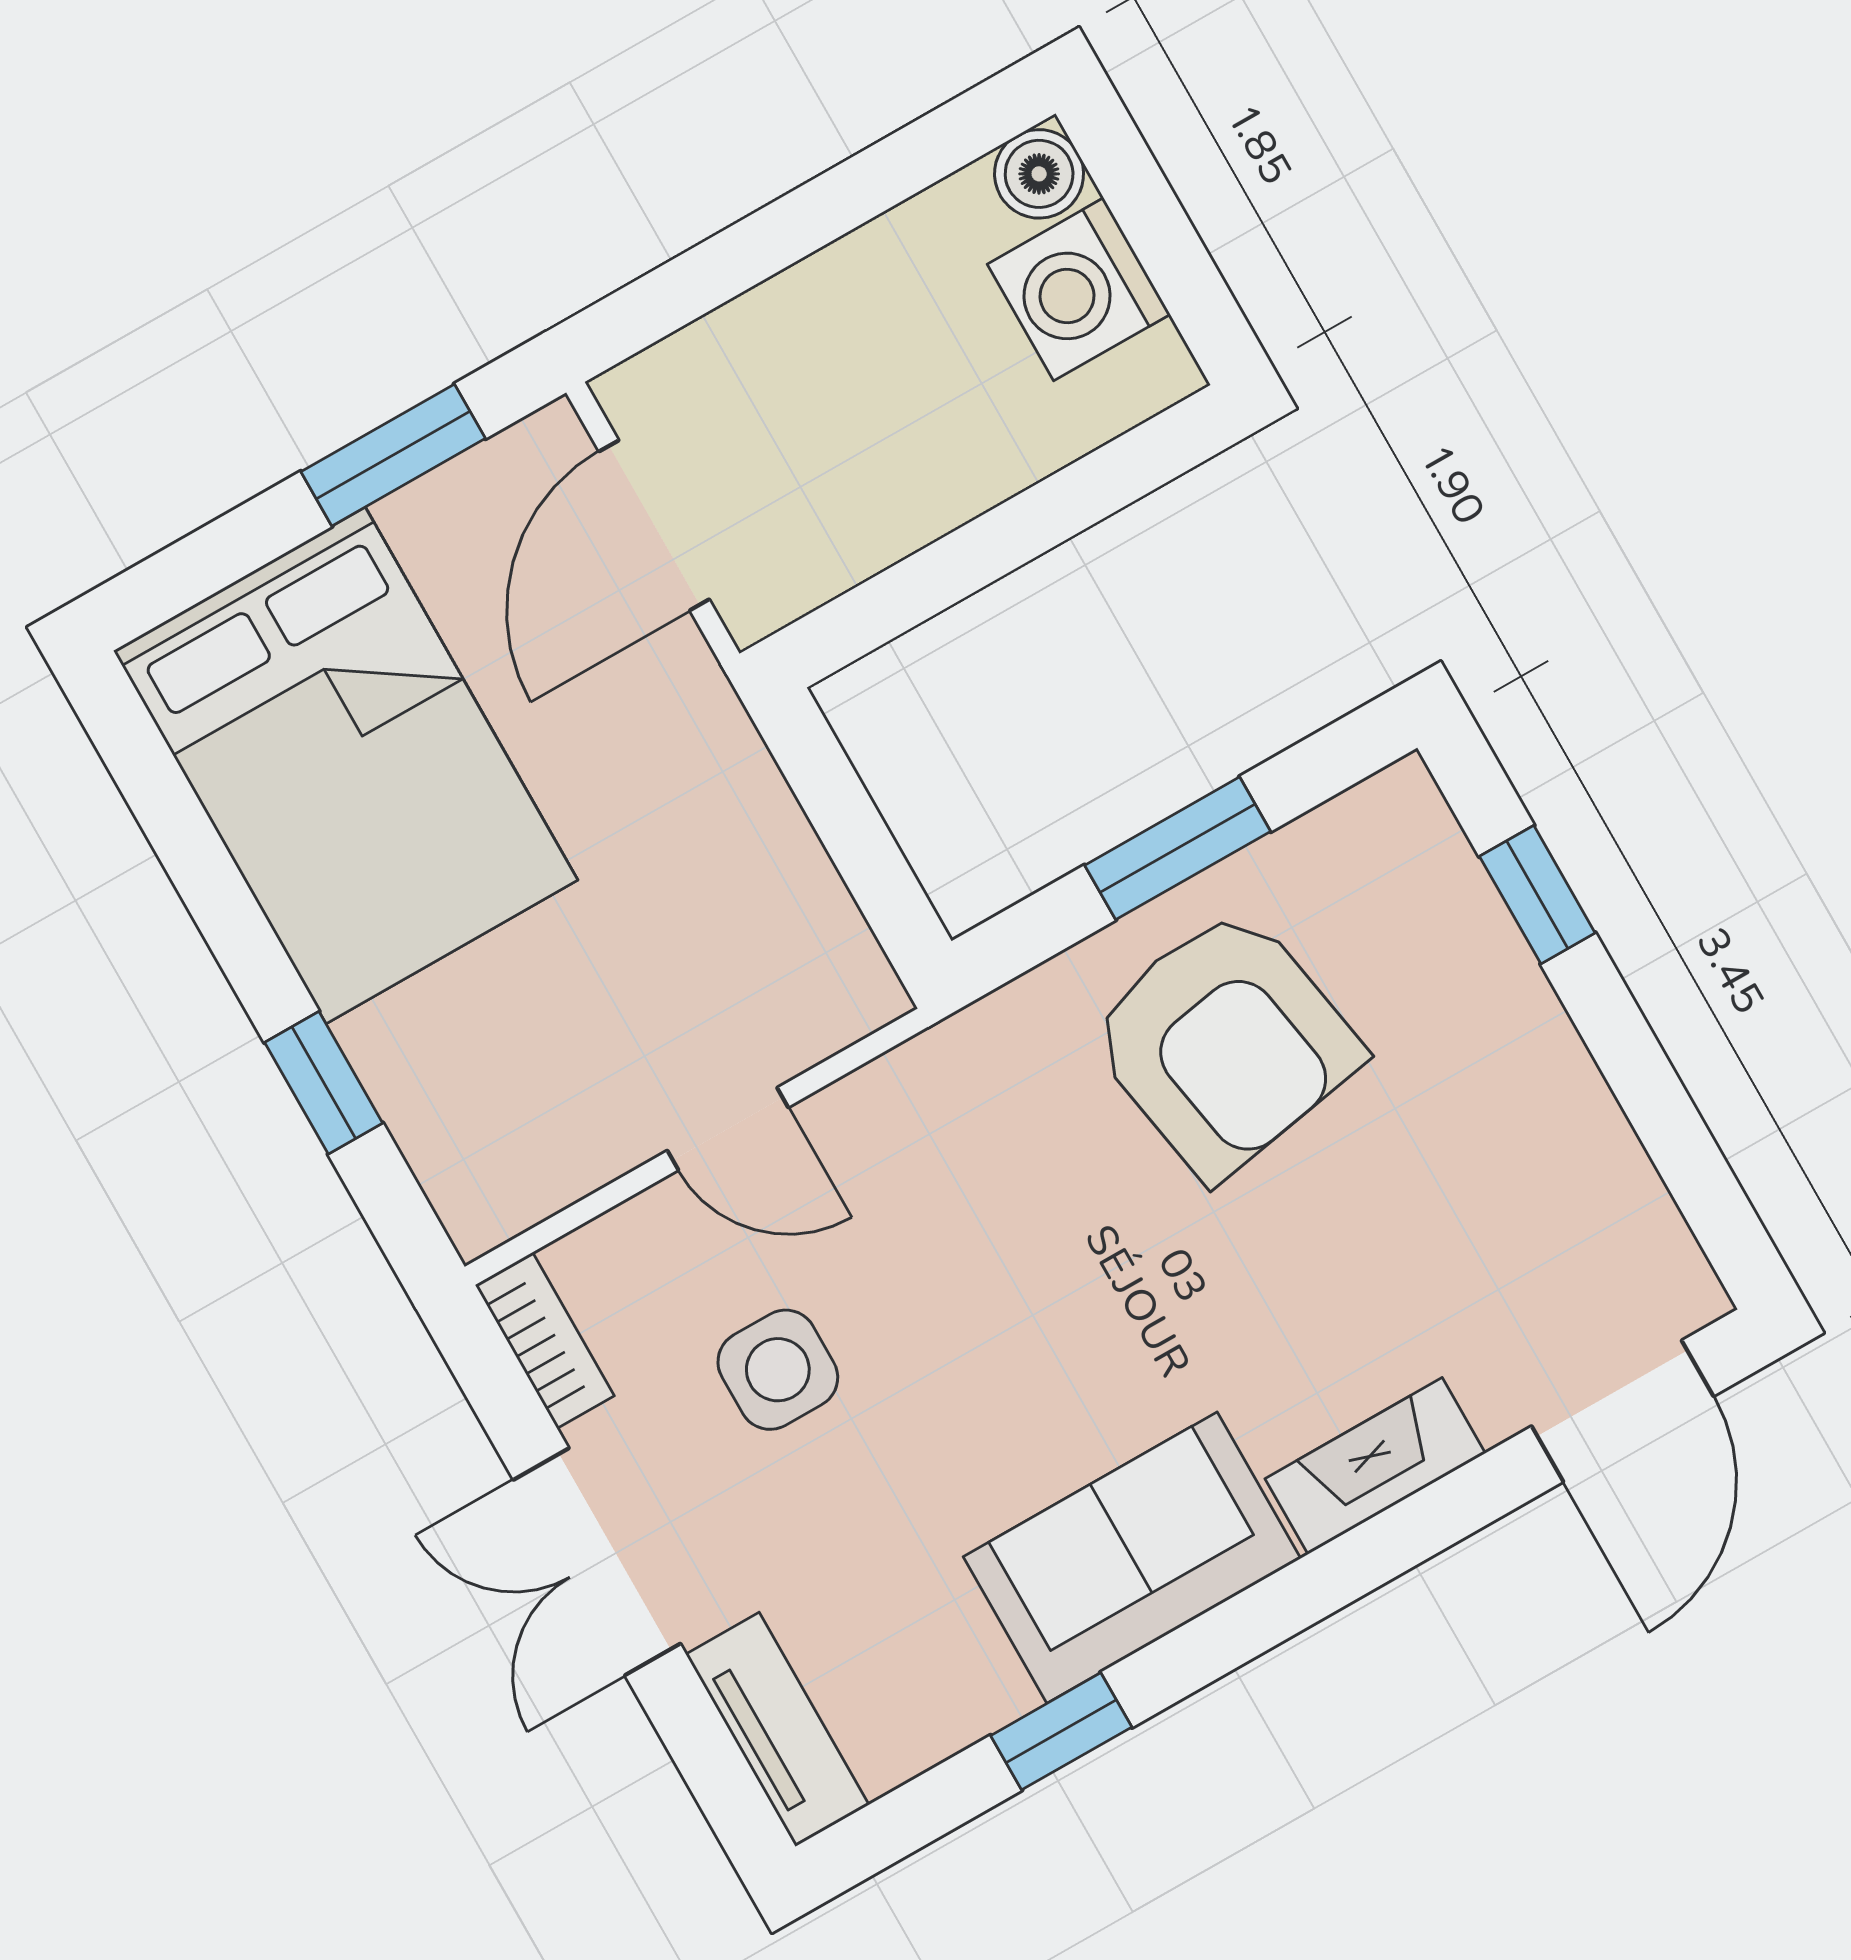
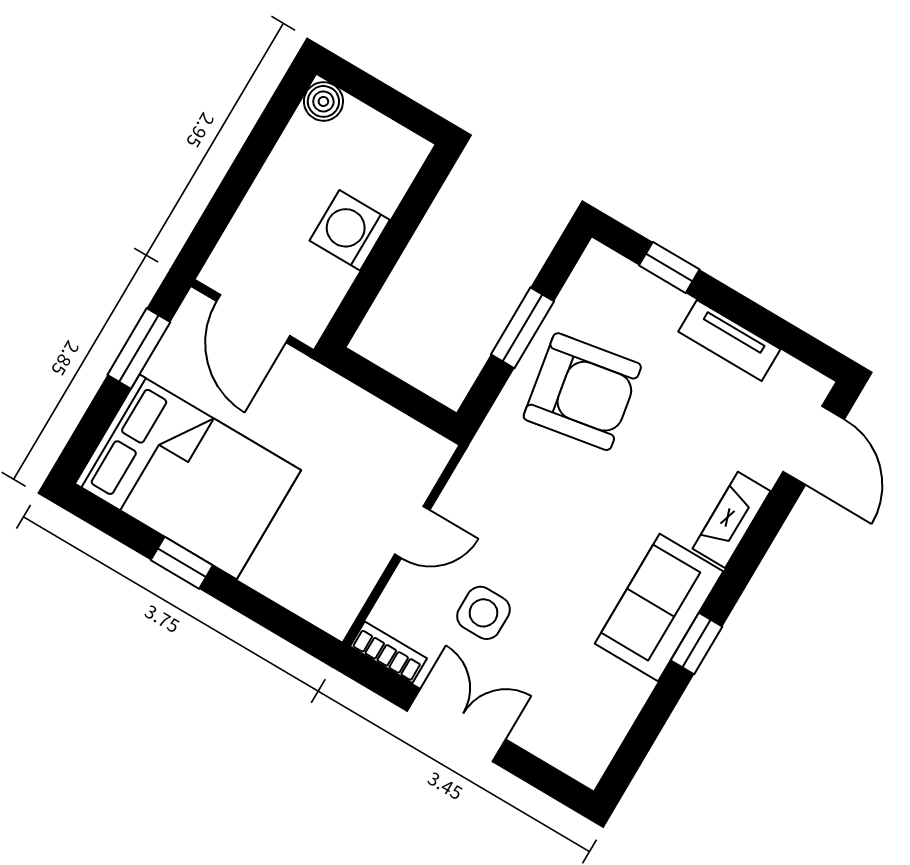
washing machine: (1079, 289) -> (350, 230), moved, turned 90
window: (324, 1083) -> (182, 563), moved
double door: (597, 1562) -> (456, 725), swing flipped
tv unit: (777, 1729) -> (729, 340), moved, turned 180
window: (1061, 1731) -> (697, 643), moved

